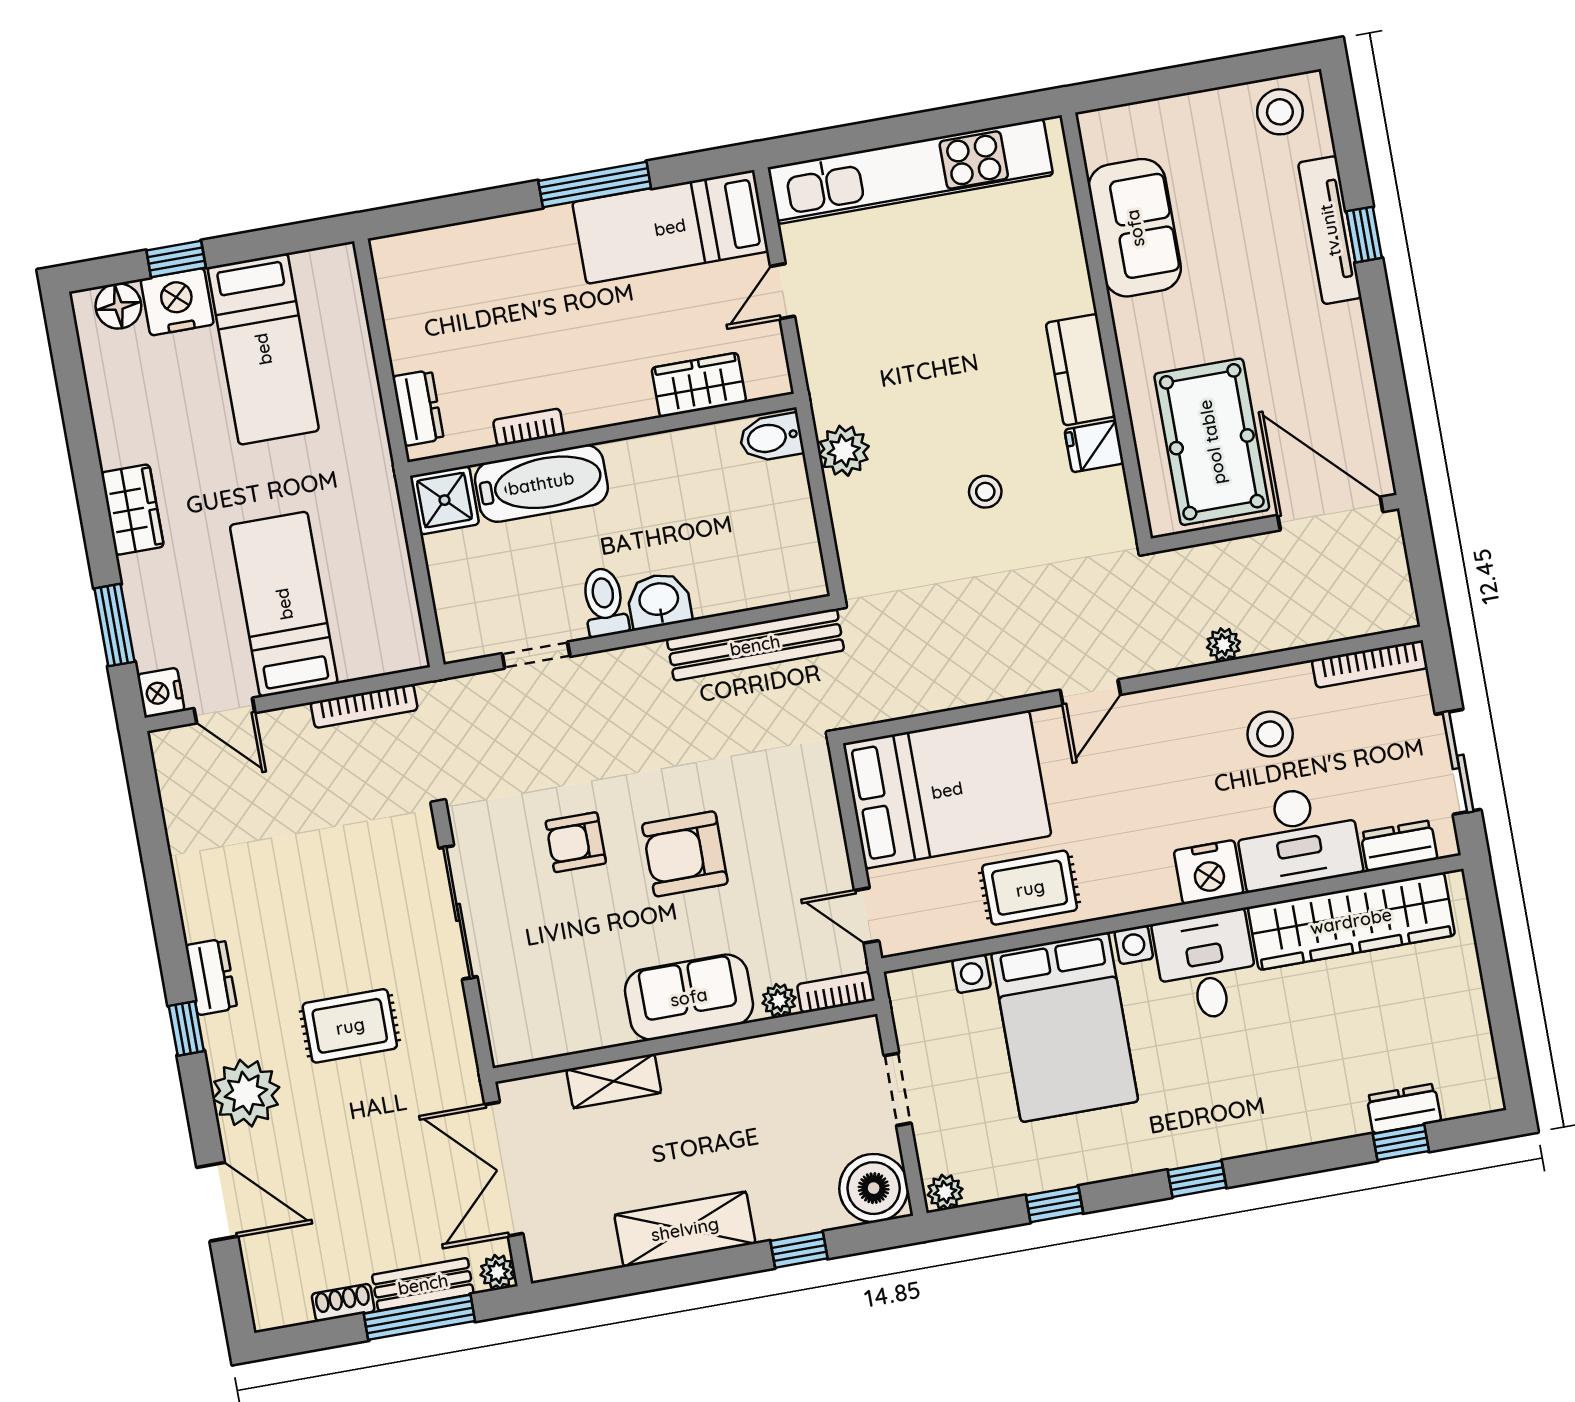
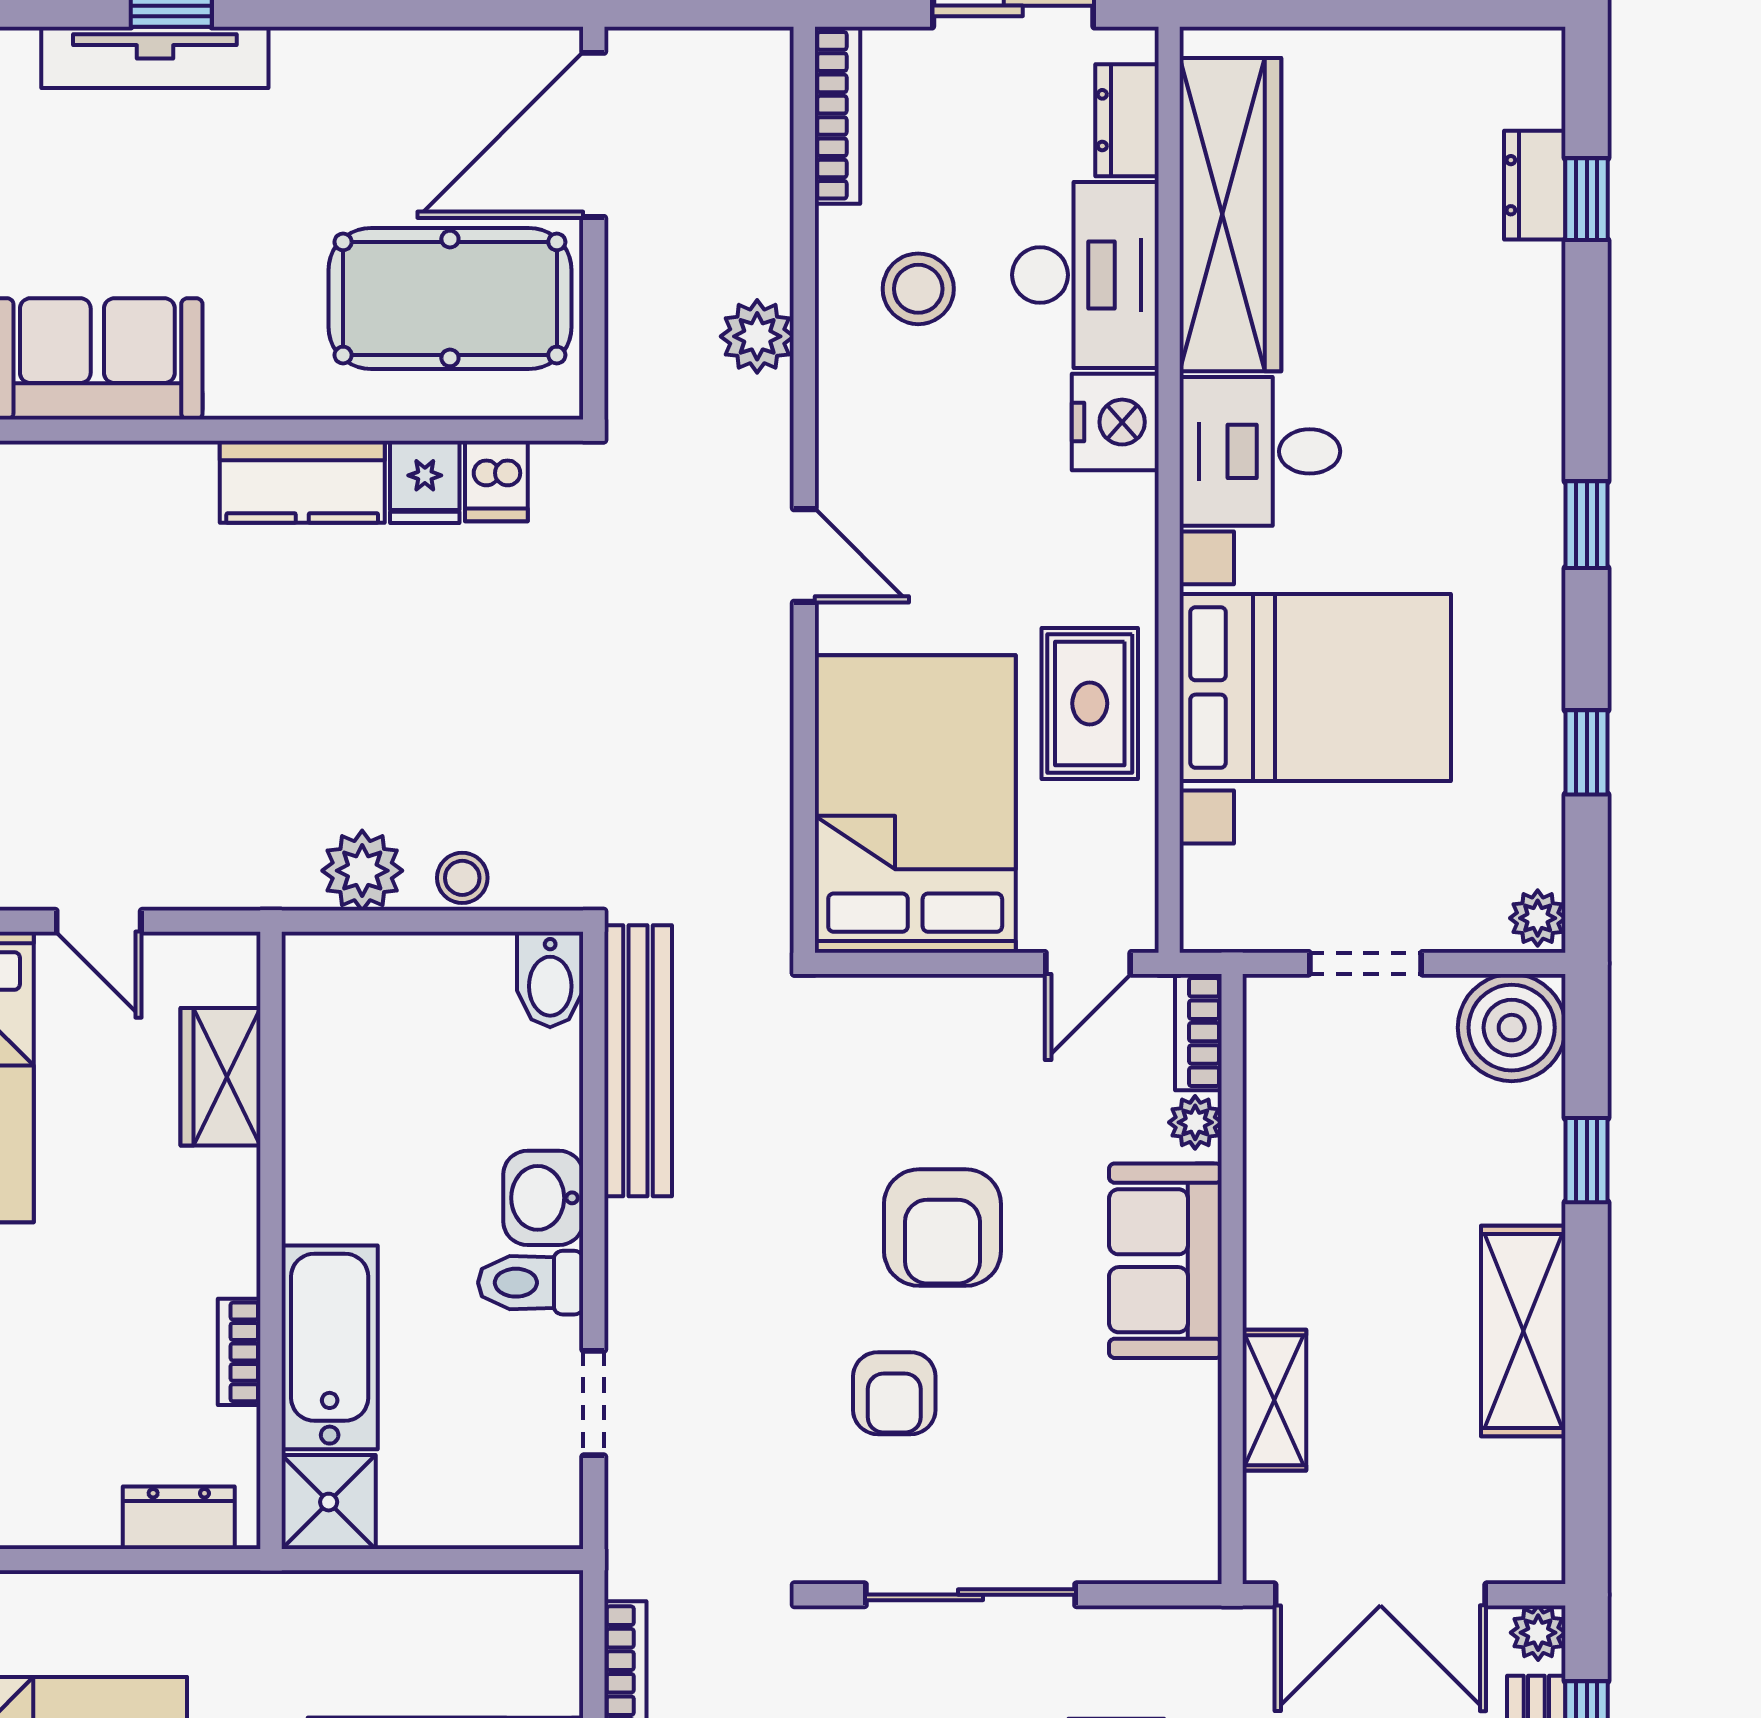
bidet: (771, 438) -> (550, 979), moved
dishwasher: (1103, 491) -> (496, 481), added
stool: (985, 492) -> (462, 878), moved
plant: (1223, 645) -> (757, 336), width x1.38, depth x1.38

